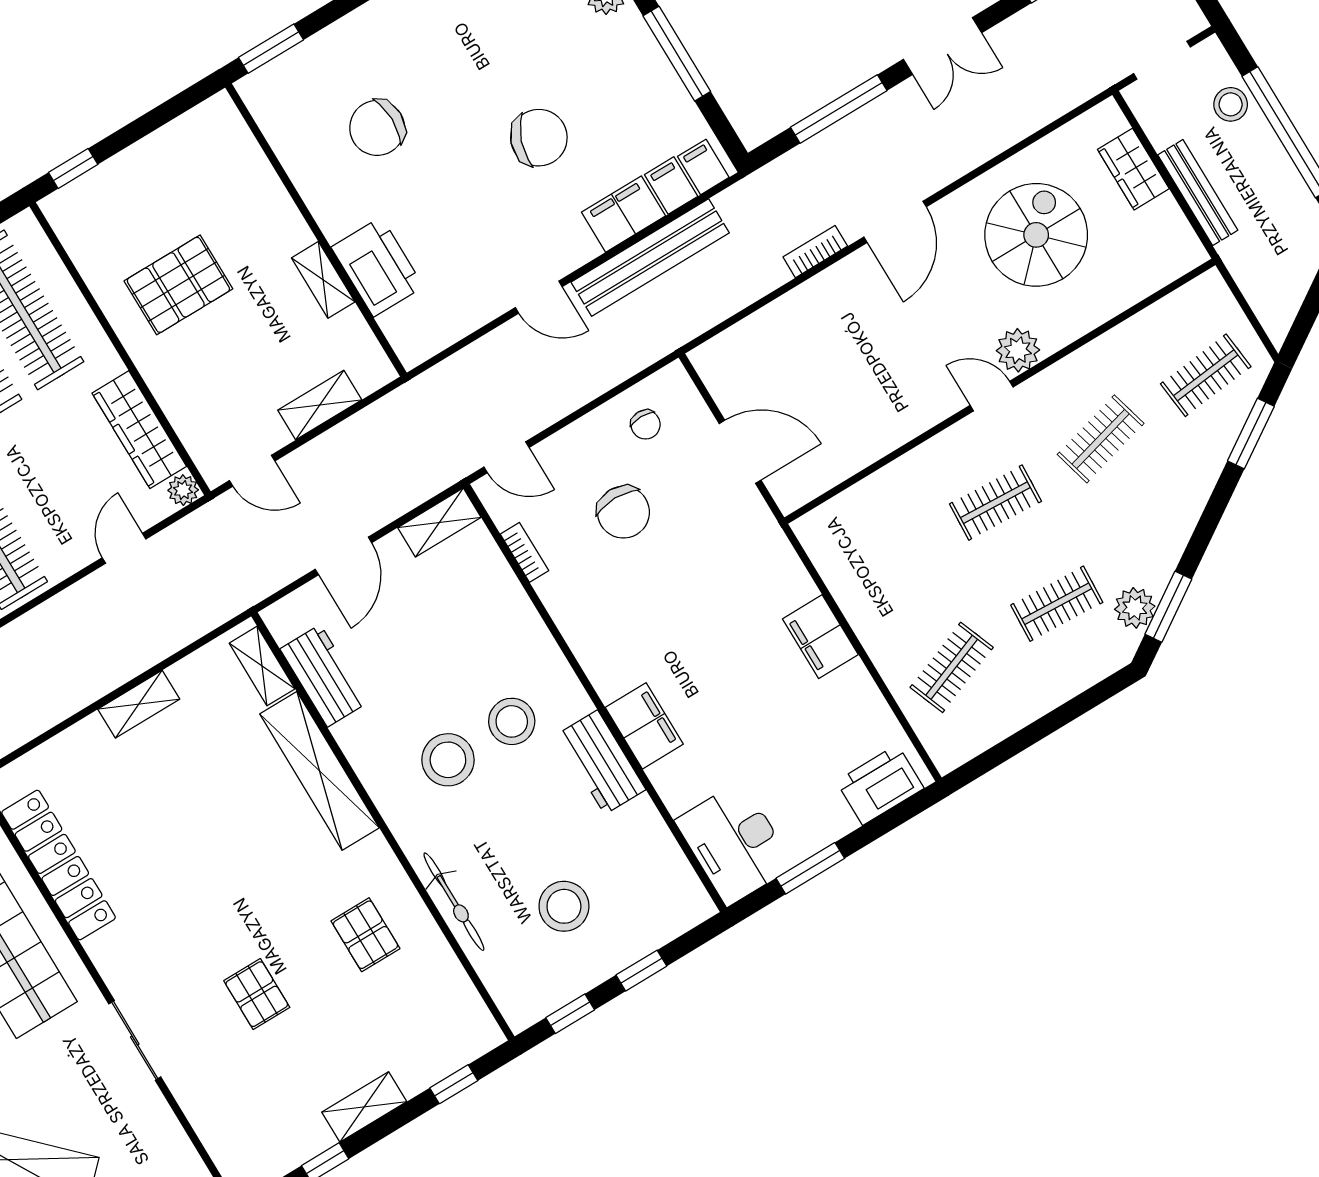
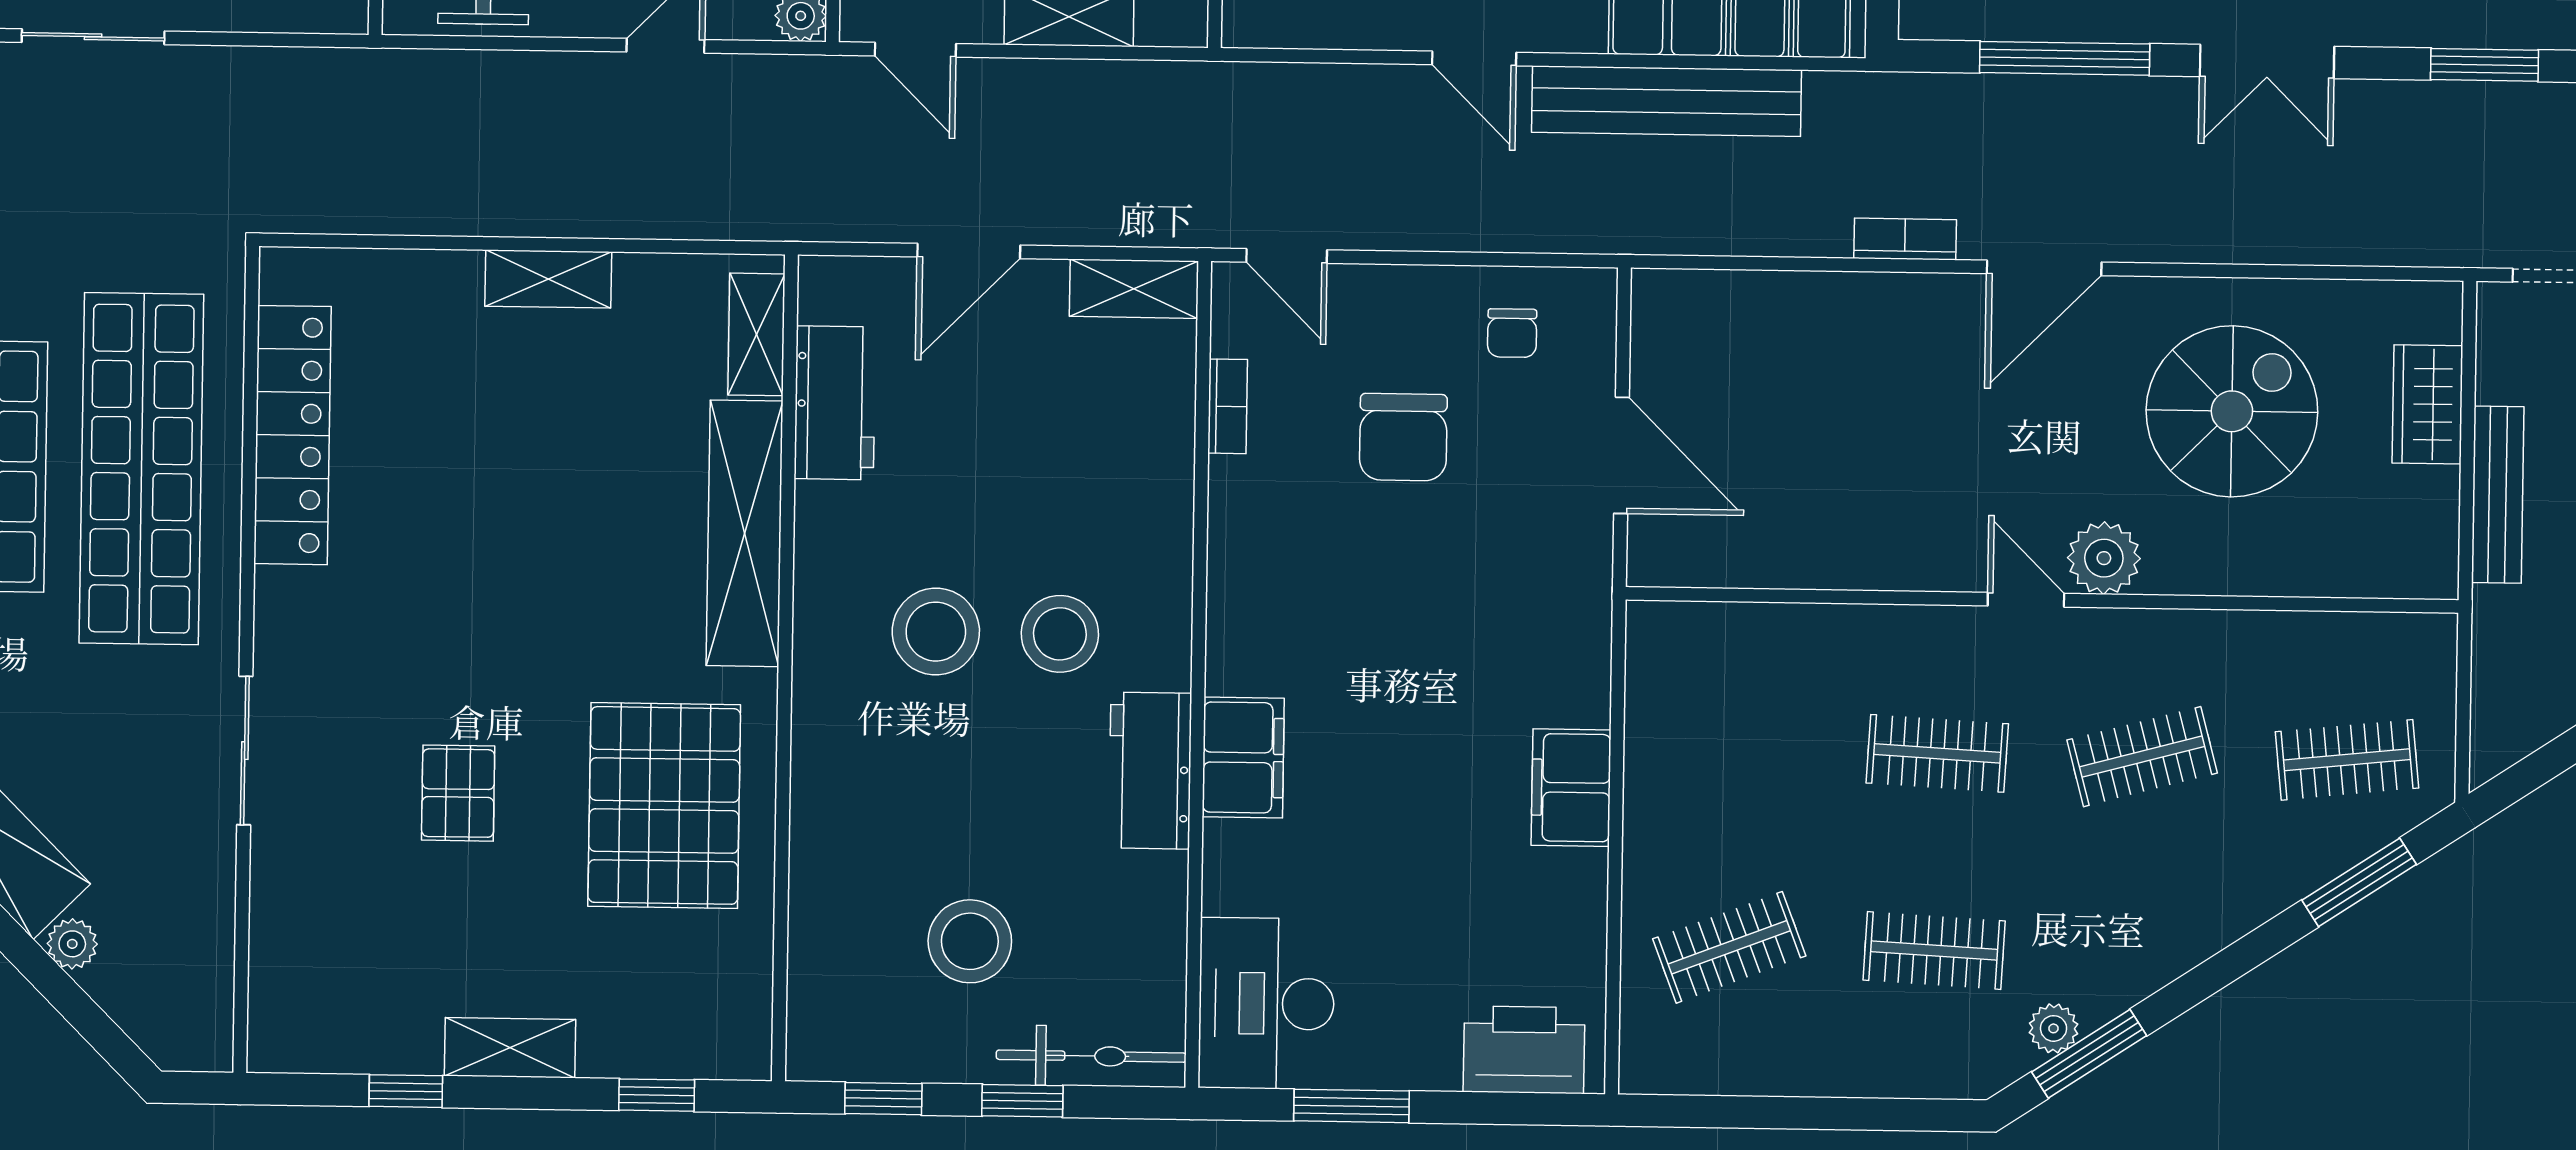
plant: (1135, 608) -> (2054, 1028), width x0.73, depth x0.73
bicycle: (454, 902) -> (1091, 1056), moved, turned -90
pallet: (365, 935) -> (664, 805), width x2.05, depth x2.00

